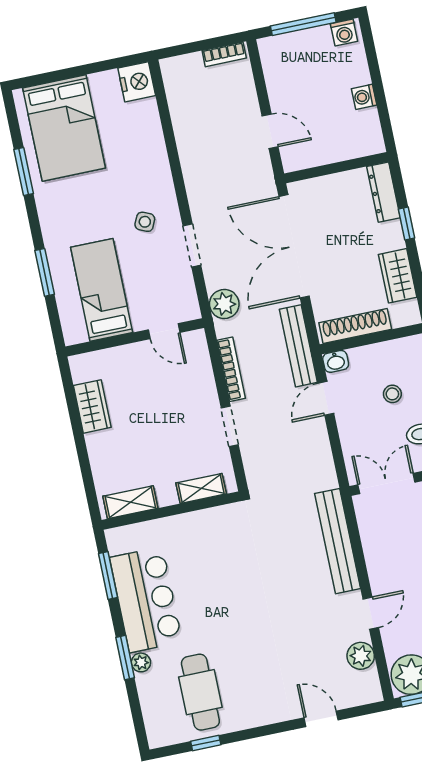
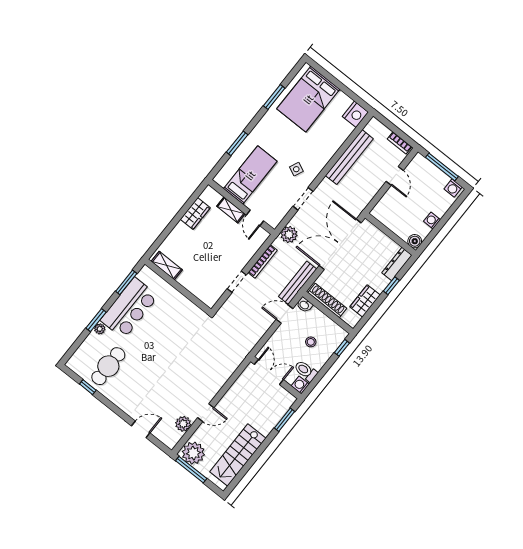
door: (270, 131) -> (395, 176), moved
boiler: (373, 143) -> (415, 241), added
shelving: (201, 488) -> (231, 210), moved
bench: (338, 541) -> (349, 157), moved
door: (321, 719) -> (141, 429), hinge flipped

